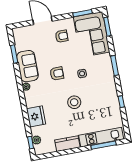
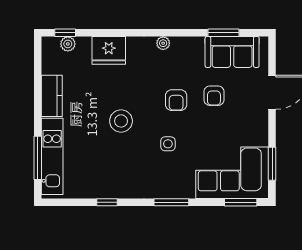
armchair: (62, 36) -> (214, 96), moved
sofa: (27, 66) -> (232, 52), moved

